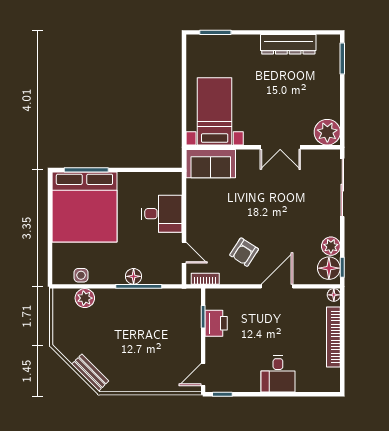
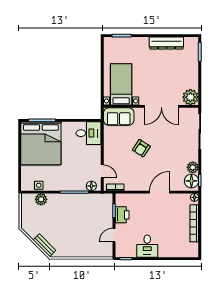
double door: (280, 147) -> (161, 106), width x1.37
desk: (162, 214) -> (89, 133), moved
armchair: (244, 252) -> (141, 148), moved
floor lamp: (134, 276) -> (91, 186), moved
door: (203, 374) -> (114, 235), moved
desk: (278, 374) -> (147, 246), moved

